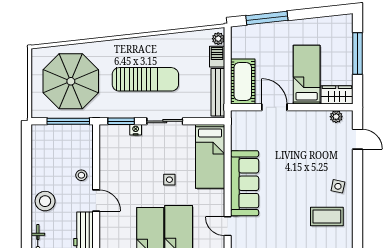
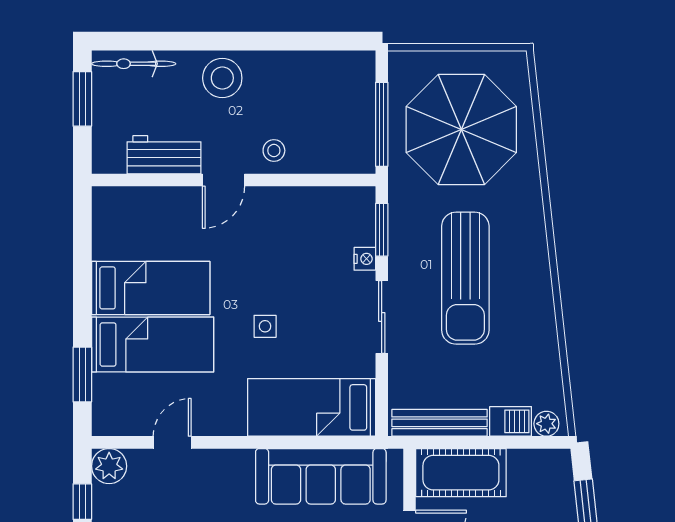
sofa: (245, 183) -> (321, 476), moved

